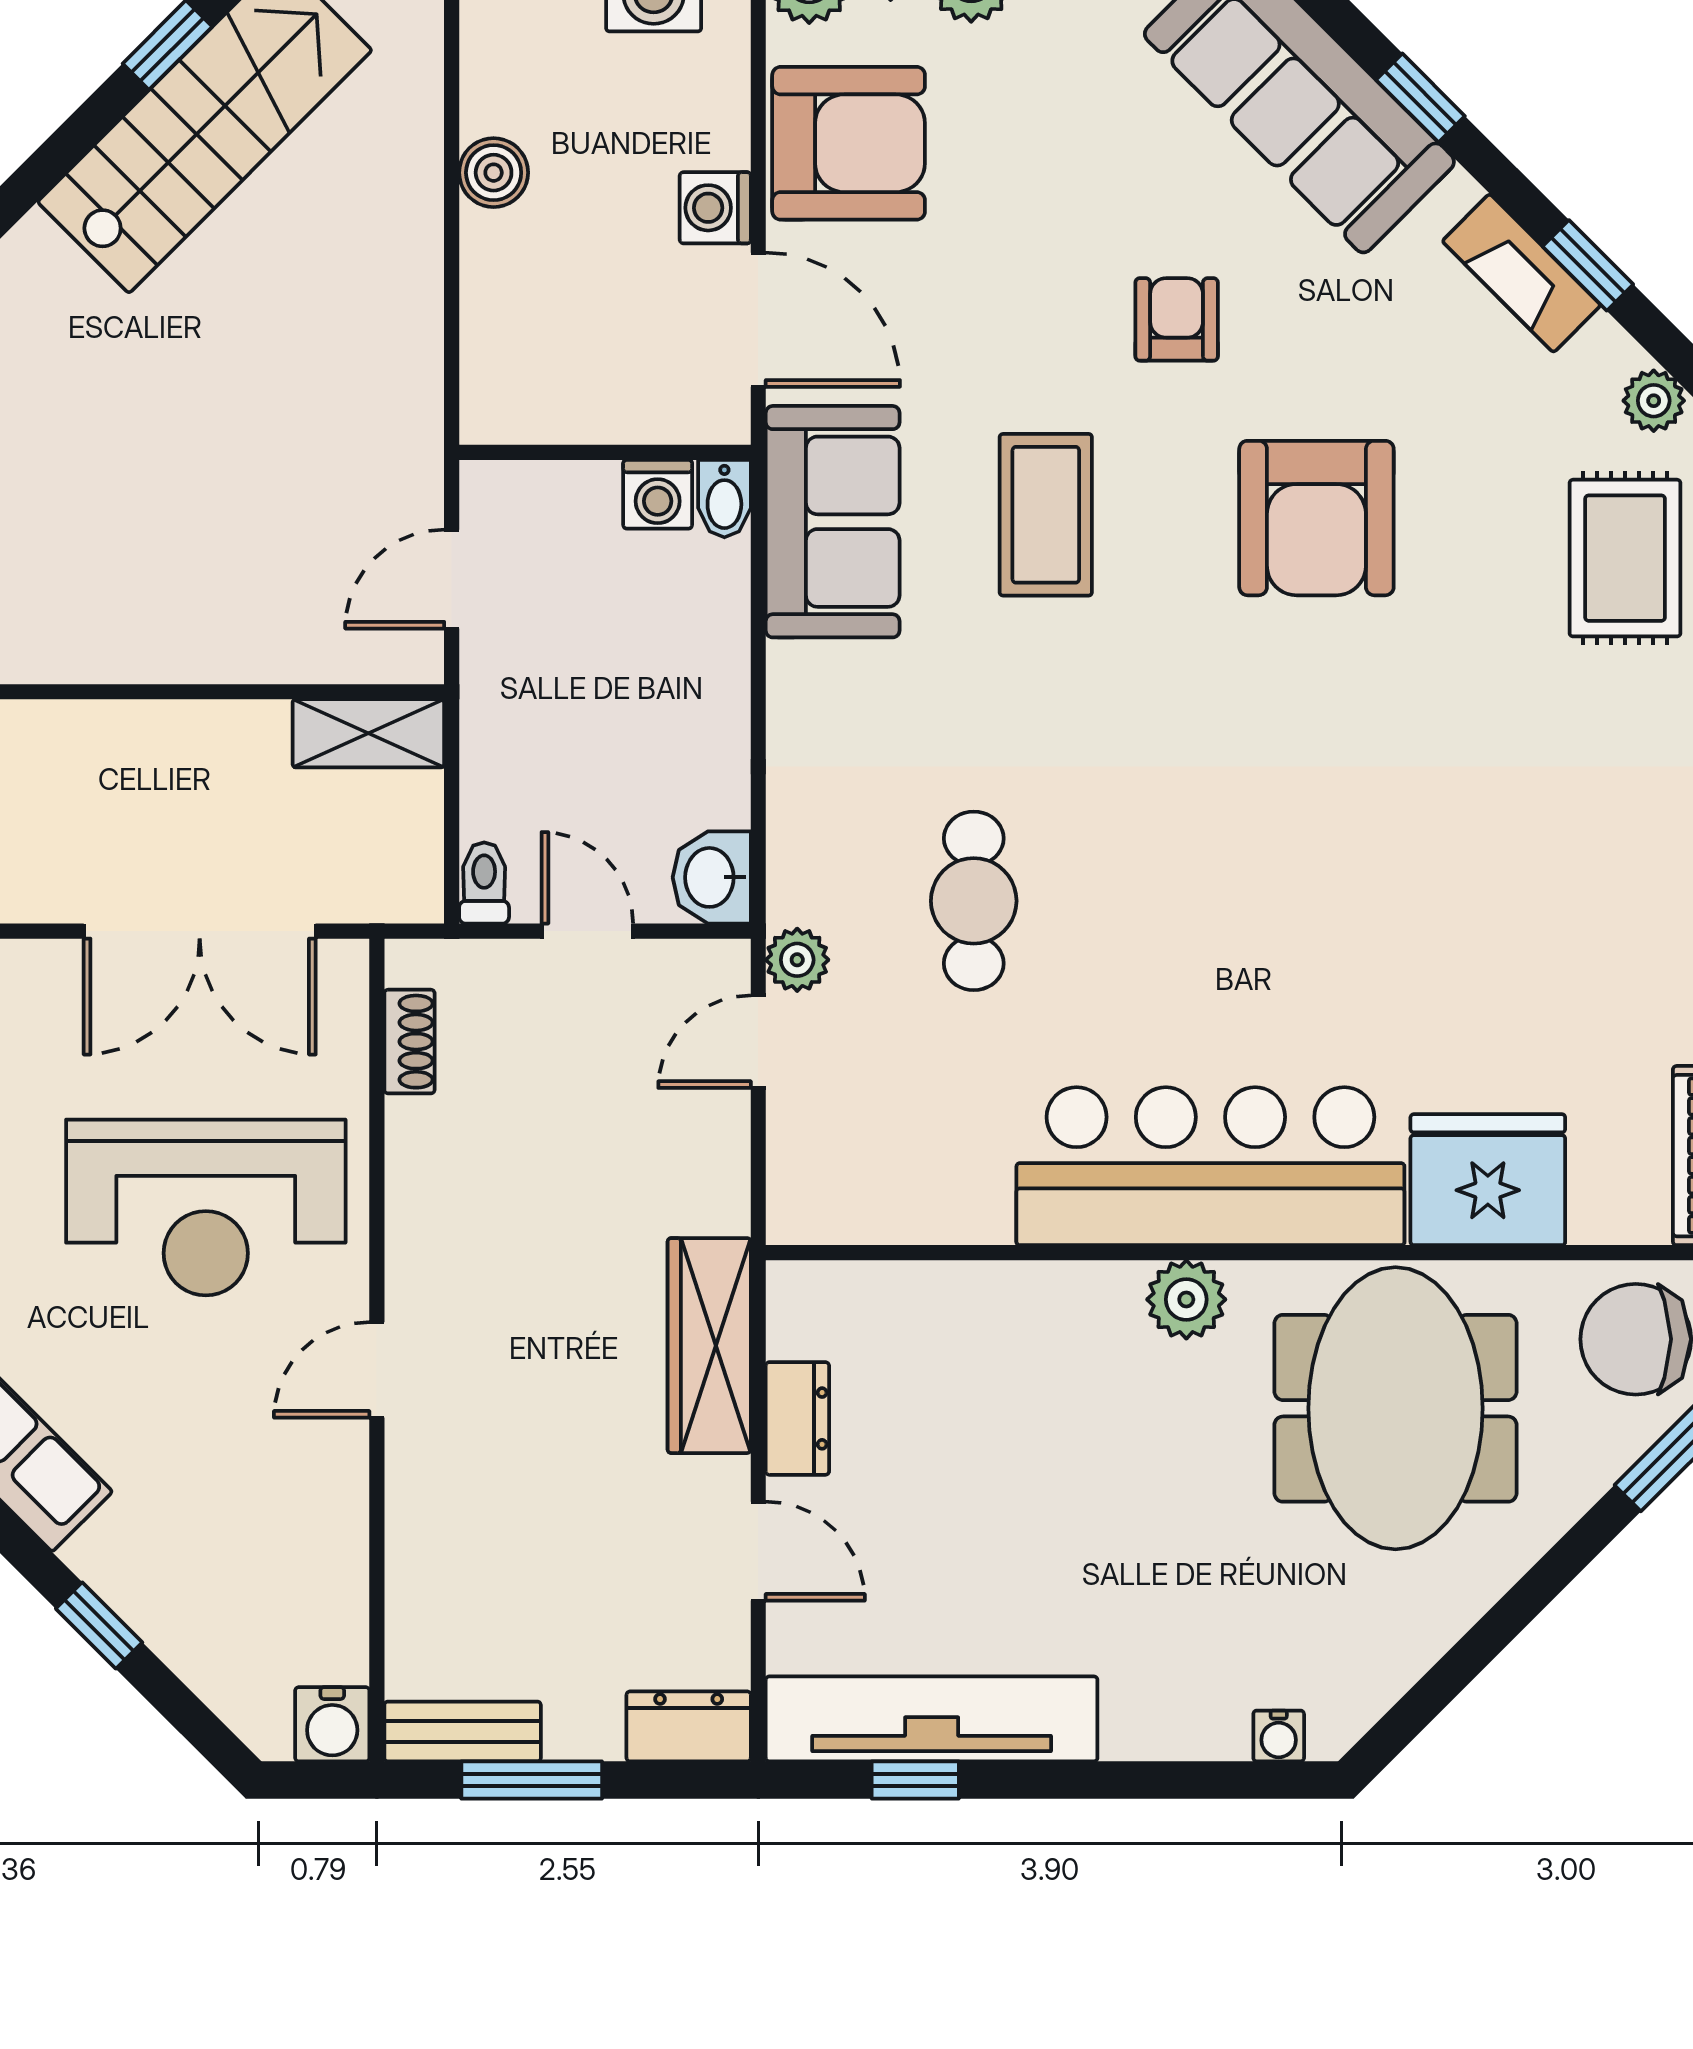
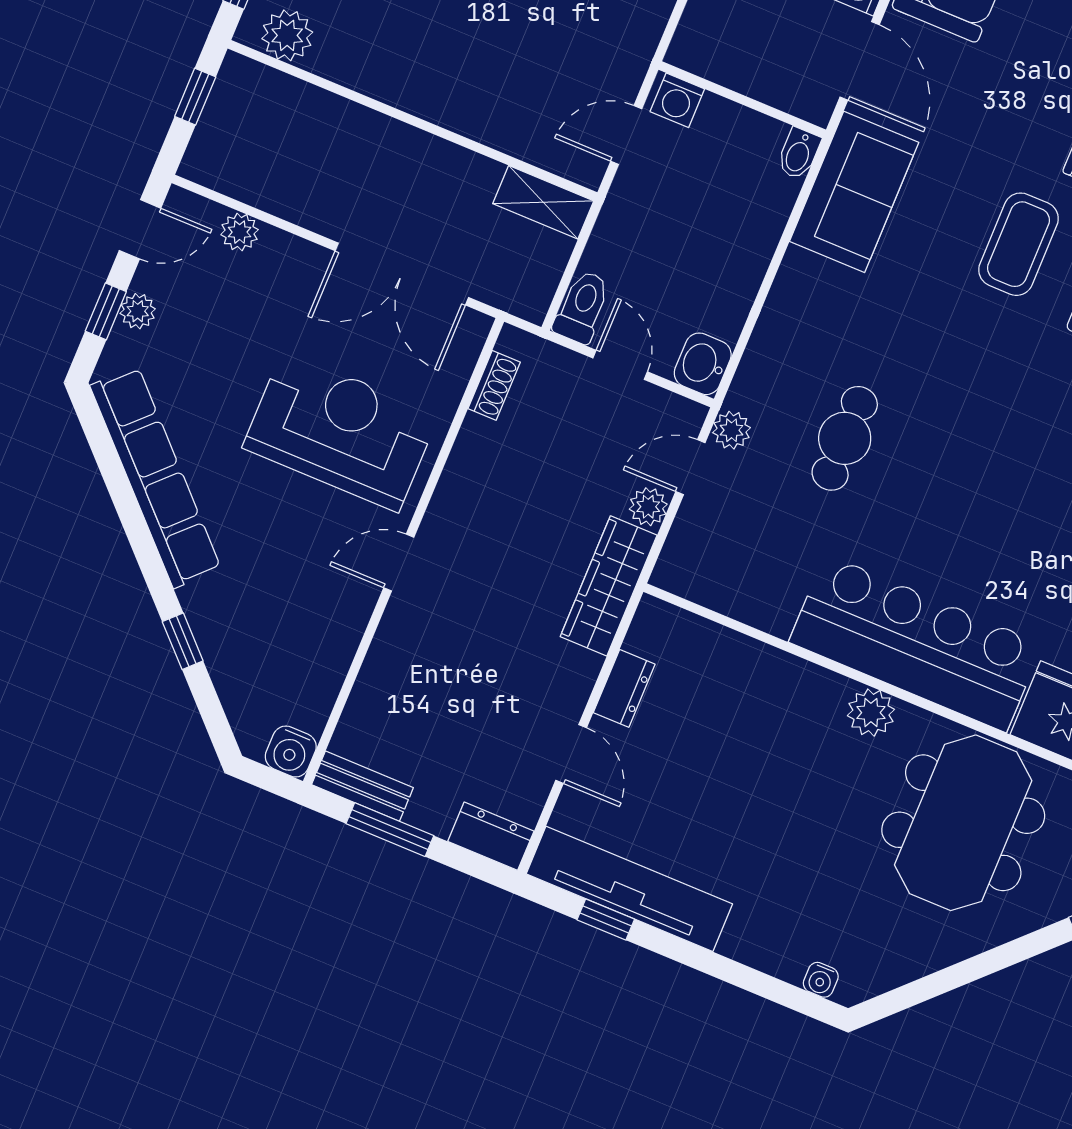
washing machine: (658, 494) -> (677, 100), moved
coffee table: (1046, 515) -> (1018, 244), moved
toilet: (484, 883) -> (582, 307), width x1.37, depth x1.39
plant: (719, 1128) -> (648, 507), added
reception desk: (206, 1207) -> (341, 431), turned 180
wardrobe: (709, 1346) -> (609, 586), moved

